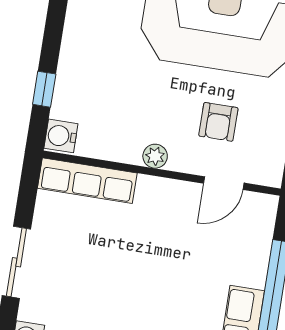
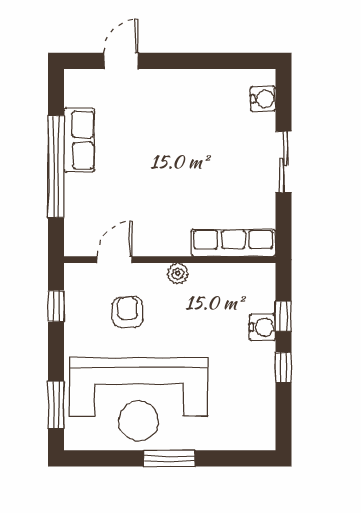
window: (53, 32) -> (283, 367), added
water cooler: (61, 136) -> (262, 327), moved

